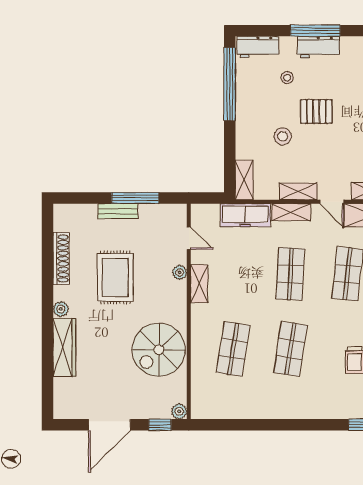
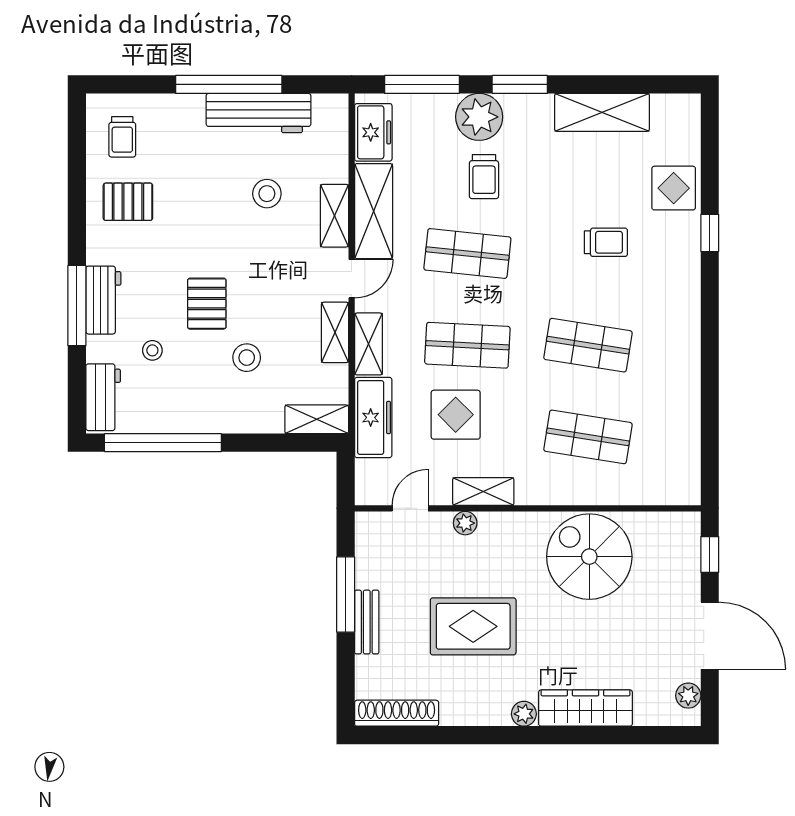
shoe rack: (61, 259) -> (397, 713), moved
display table: (247, 267) -> (456, 415), added
spiral stairs: (159, 350) -> (589, 557), turned 180
plant: (179, 411) -> (688, 696), moved

